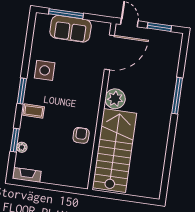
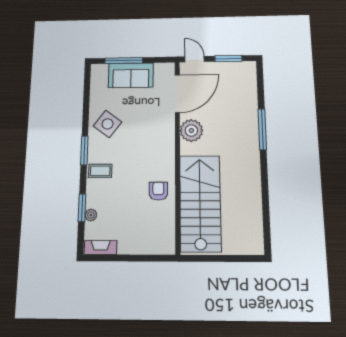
side table: (45, 70) -> (108, 124), turned 37
plant: (115, 99) -> (191, 131), moved

